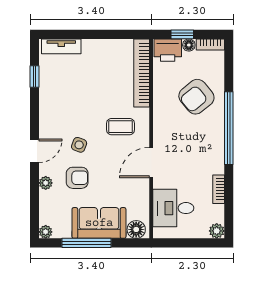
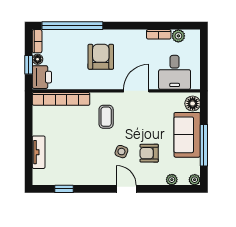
tv unit: (61, 46) -> (39, 152), moved
armchair: (196, 97) -> (101, 57), moved, turned -141
window: (229, 128) -> (72, 26), moved
door: (151, 162) -> (136, 91), swing flipped
armchair: (77, 178) -> (149, 153), turned -90
plant: (46, 183) -> (172, 180), moved
plant: (217, 231) -> (178, 36), moved

